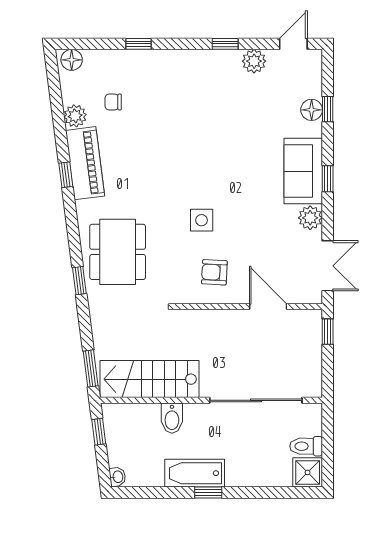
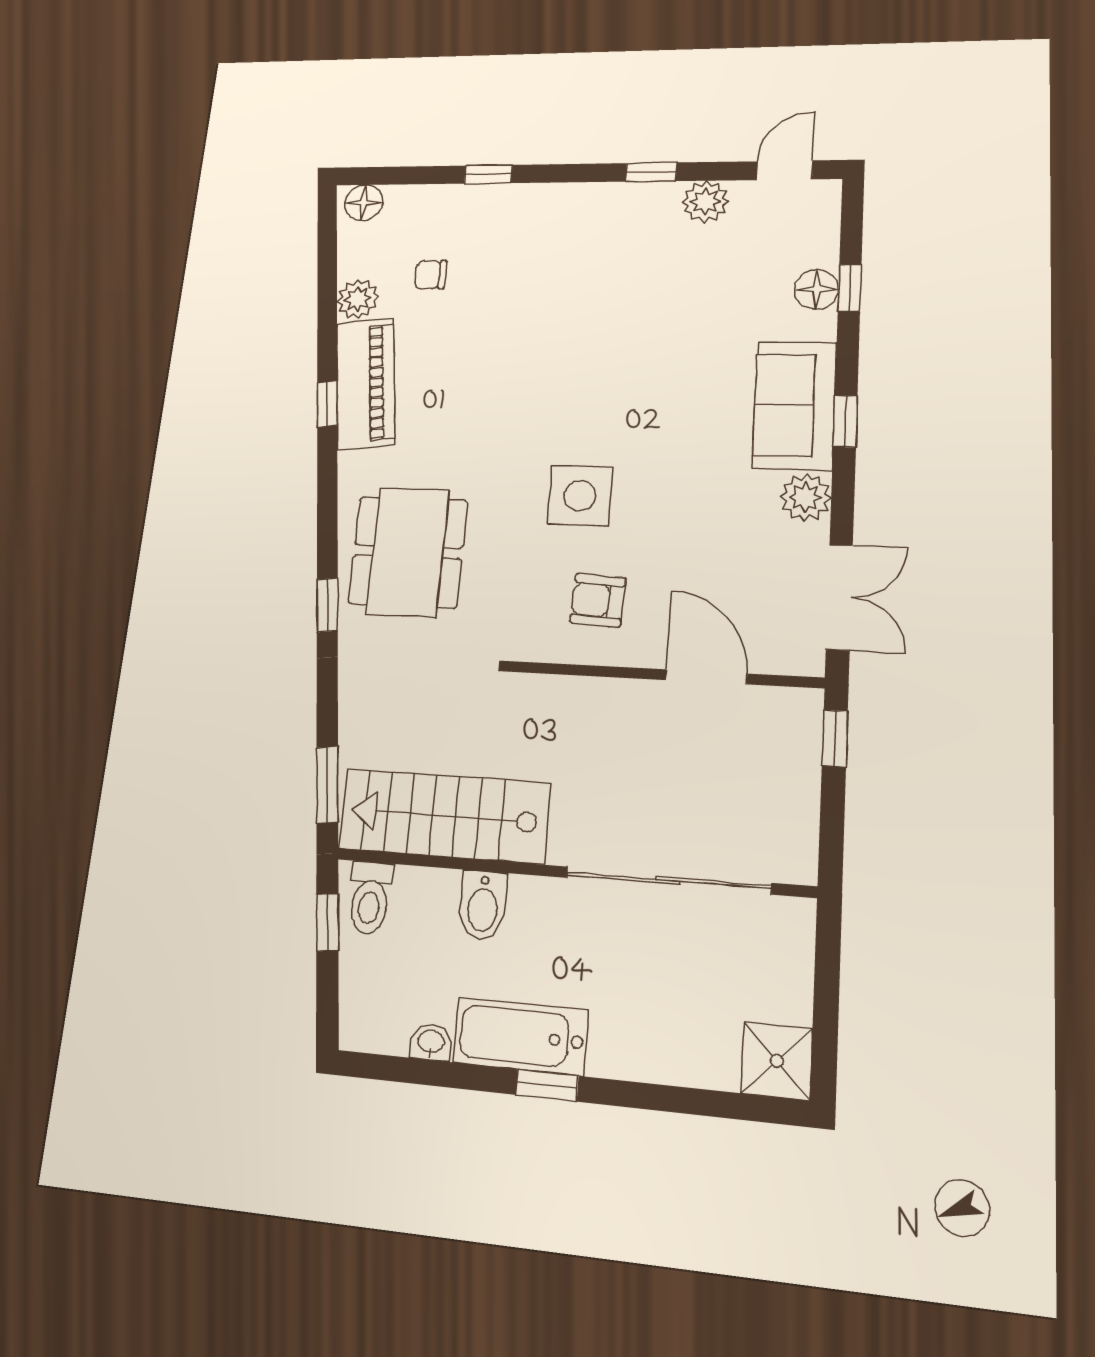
side table: (202, 220) -> (580, 496), width x1.37, depth x1.37
toilet: (306, 446) -> (370, 898), moved, turned -90
washbasin: (117, 477) -> (431, 1042), moved, turned -83

